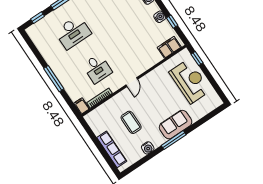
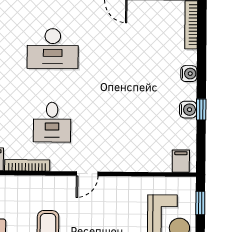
window: (172, 22) -> (201, 109), moved
filing cabinet: (169, 47) -> (181, 161), width x0.50

